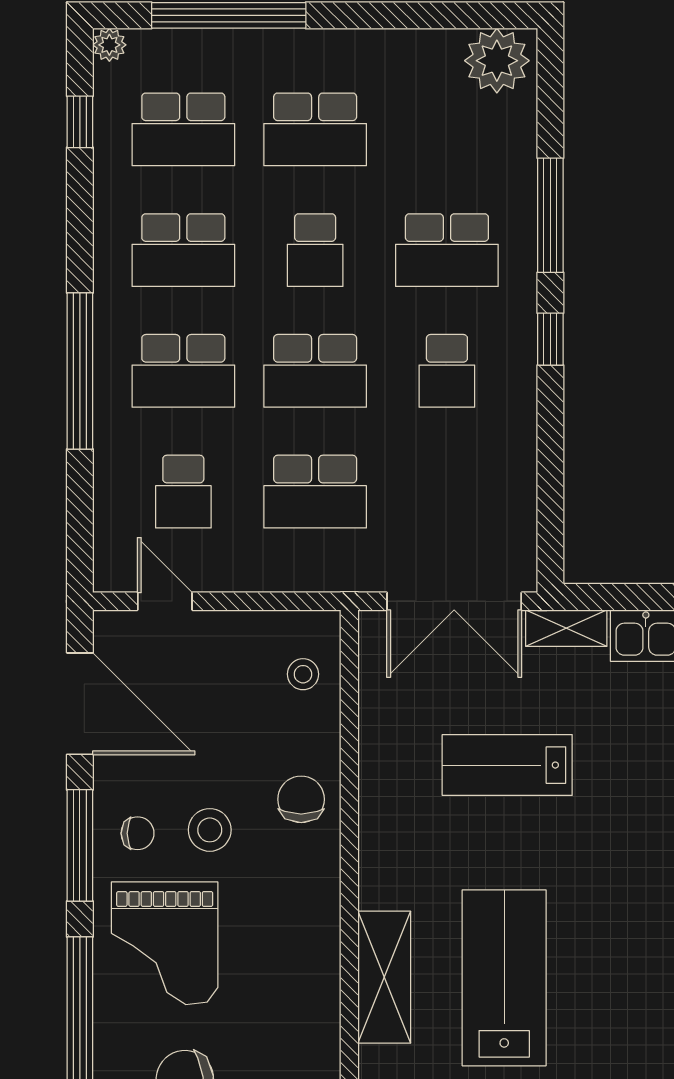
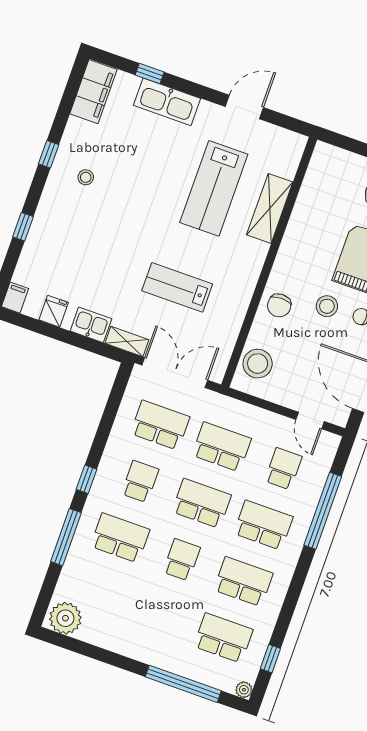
school desk: (315, 129) -> (160, 425), moved
window: (80, 371) -> (323, 511), moved
stool: (303, 674) -> (258, 364), width x1.89, depth x1.89
lab bench: (507, 765) -> (177, 287), turned 180

